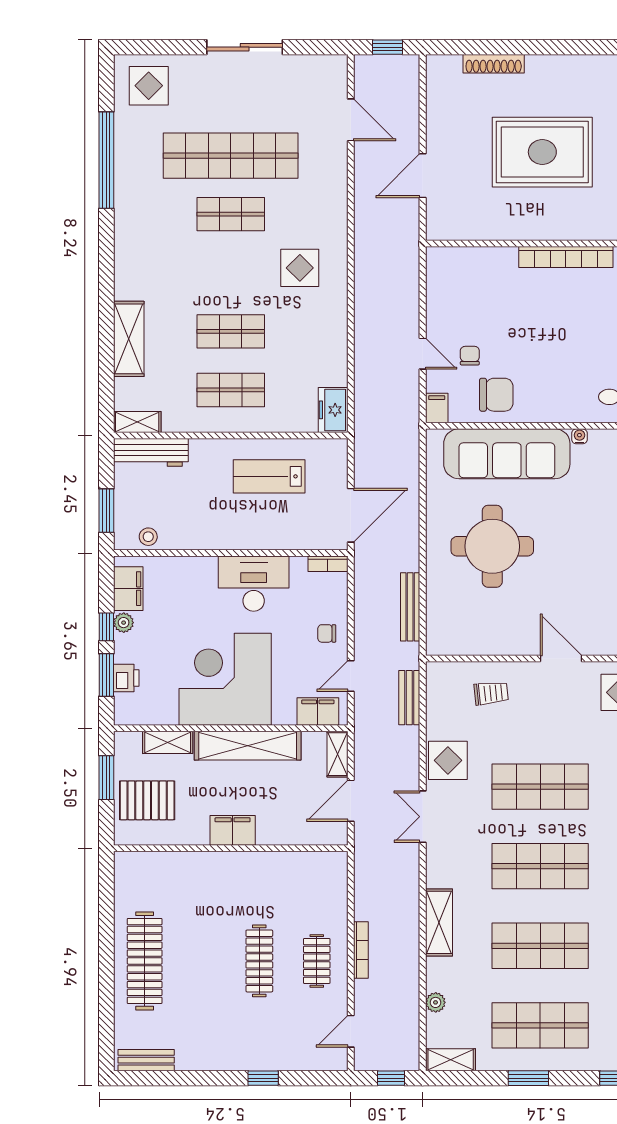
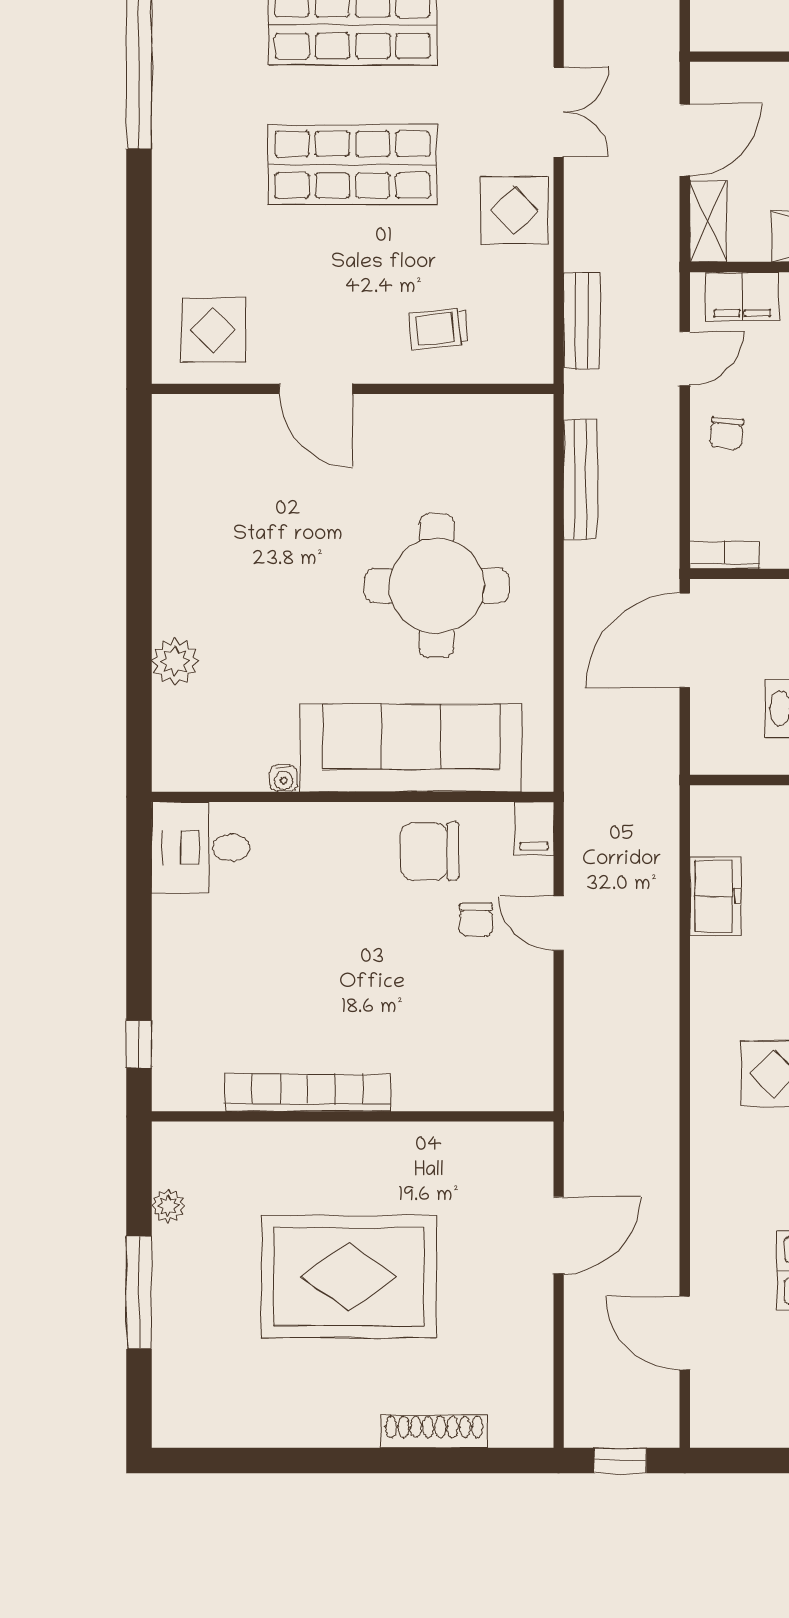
freezer: (333, 410) -> (716, 896), moved
chair: (327, 633) -> (727, 433), turned 95

